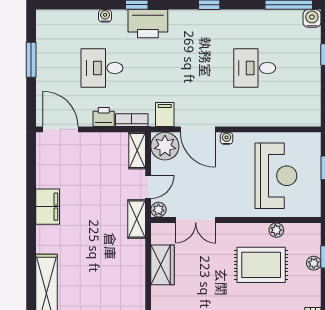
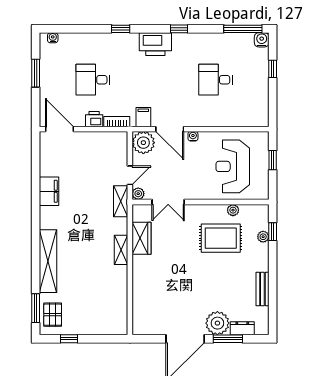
water cooler: (105, 16) -> (53, 38), moved
printer: (148, 24) -> (155, 44), moved
shelving: (137, 151) -> (121, 250), moved
reception desk: (276, 176) -> (233, 166), turned 180

